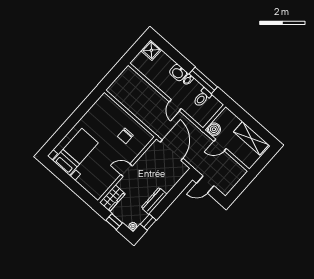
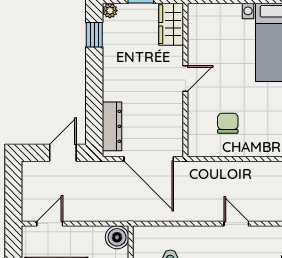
door: (175, 105) -> (236, 224), moved
door: (220, 145) -> (50, 224), moved
dresser: (154, 201) -> (112, 126), moved

